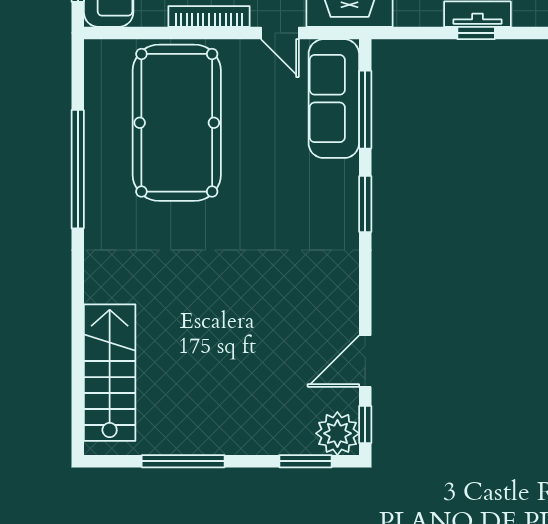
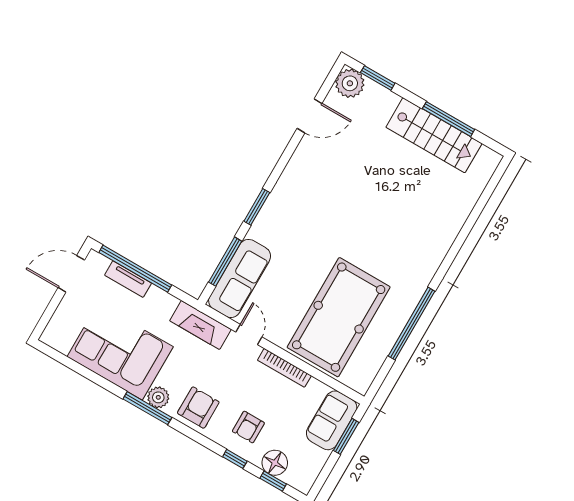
window: (476, 33) -> (135, 269), width x3.17
stairs: (110, 373) -> (434, 135), moved, turned -90
window: (365, 425) -> (331, 79), removed

